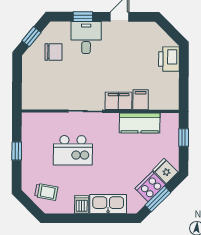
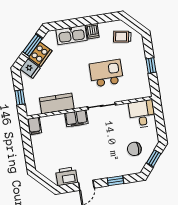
desk: (86, 38) -> (142, 114), moved, turned 180
printer: (169, 59) -> (67, 176), moved, turned -90
filing cabinet: (141, 100) -> (34, 126), moved

